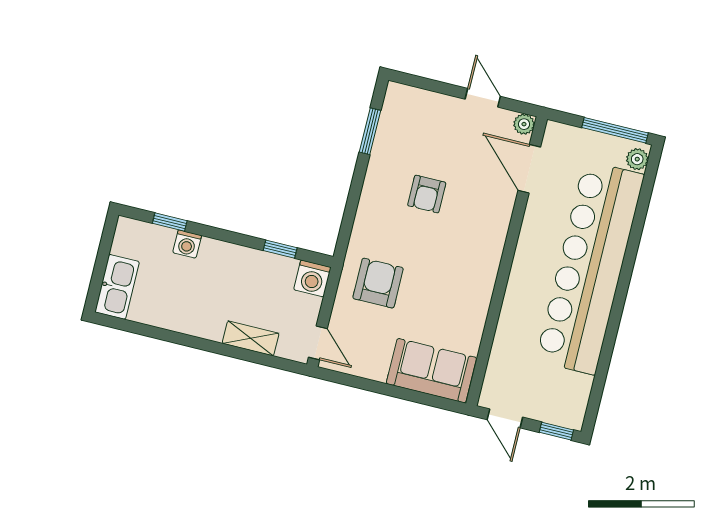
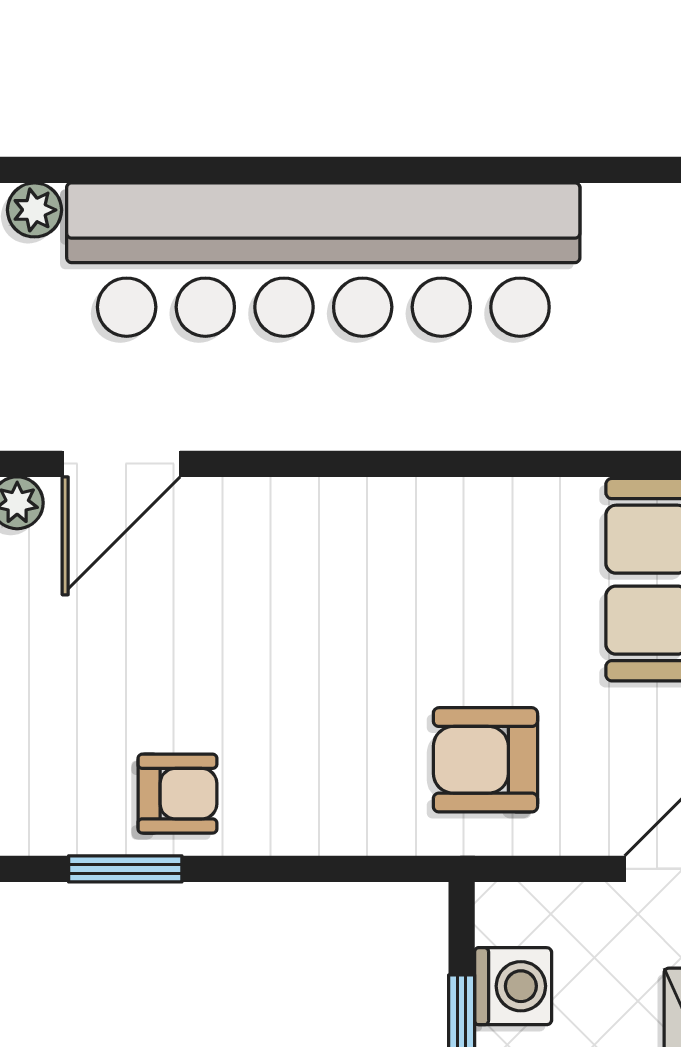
armchair: (427, 194) -> (177, 794), moved
washing machine: (312, 278) -> (513, 986), moved

